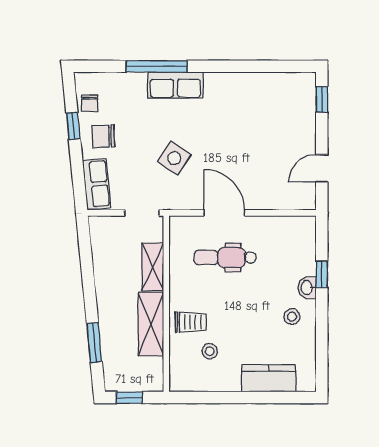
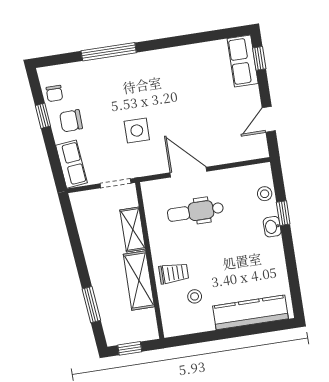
row of seats: (175, 85) -> (243, 61), moved, turned 90
side table: (174, 158) -> (137, 131), turned -33
stool: (292, 317) -> (265, 194), moved
kitchen counter: (269, 378) -> (250, 312), width x1.50

